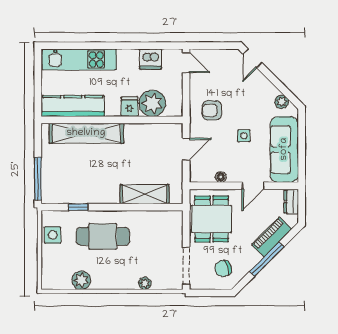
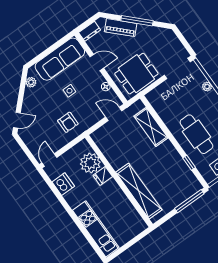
kitchen counter: (73, 106) -> (128, 212), removed
door: (186, 149) -> (114, 114), moved
chair: (223, 268) -> (162, 44), removed

